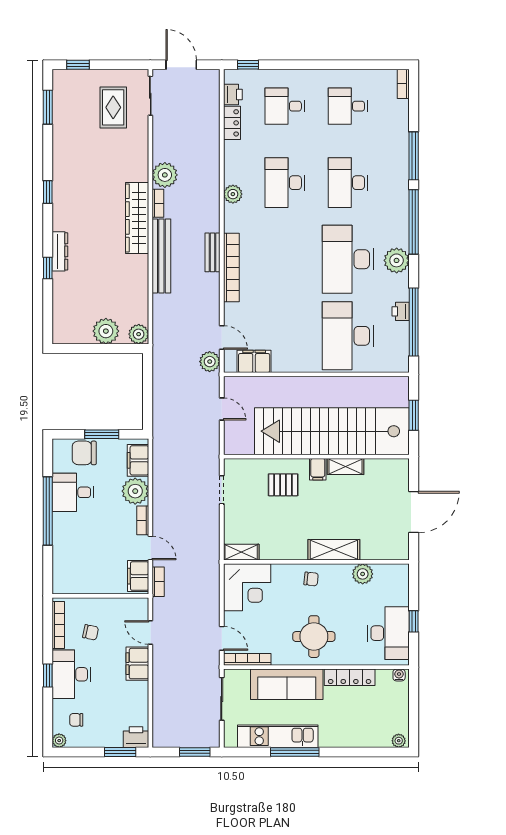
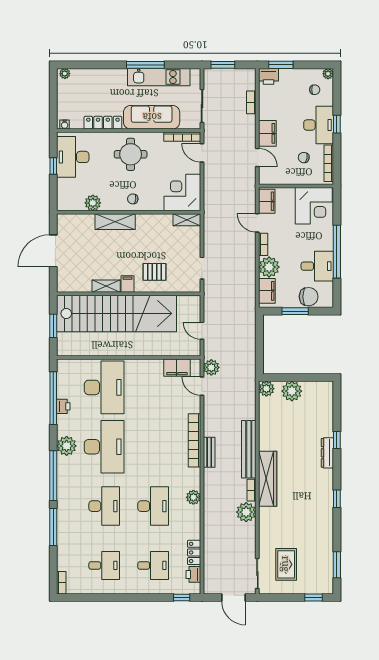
corner desk: (78, 570) -> (314, 206), added
bookcase: (158, 582) -> (251, 102), moved

